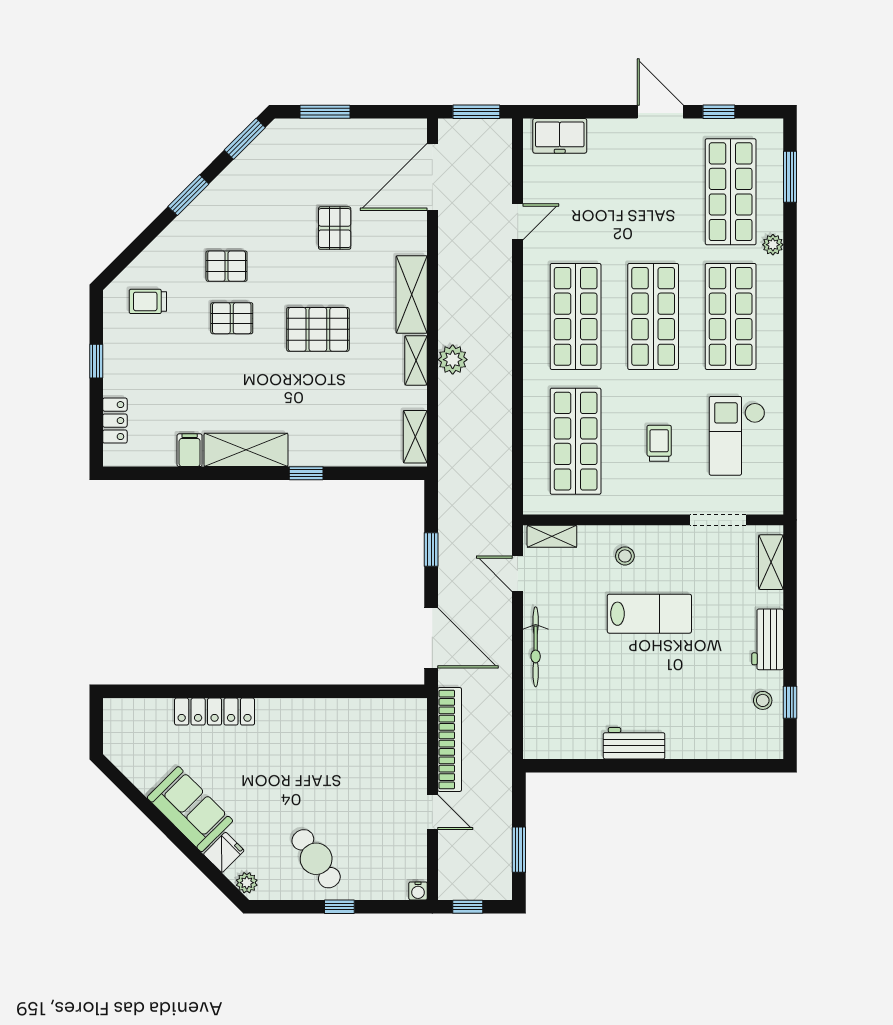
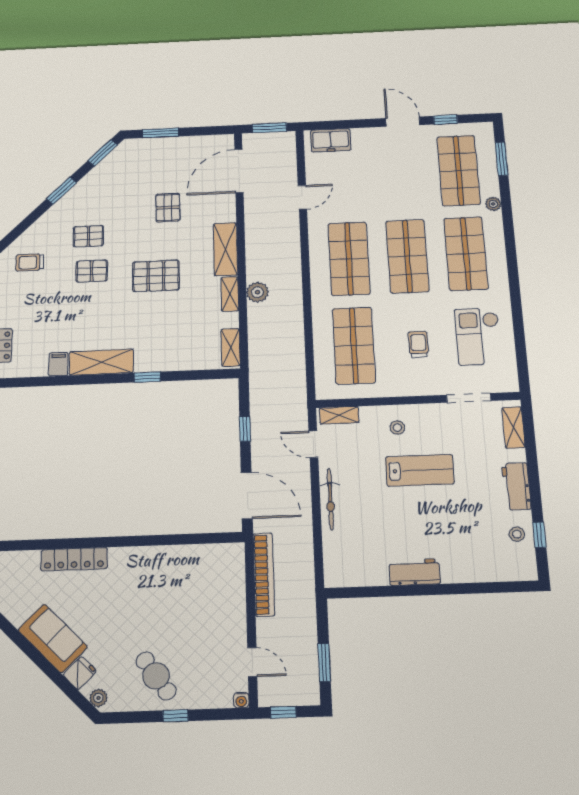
door: (432, 812) -> (252, 662), moved

